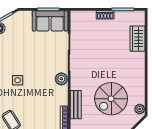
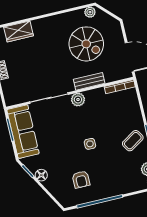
sofa: (50, 21) -> (23, 132), width x1.36
bench: (76, 105) -> (89, 81), moved

